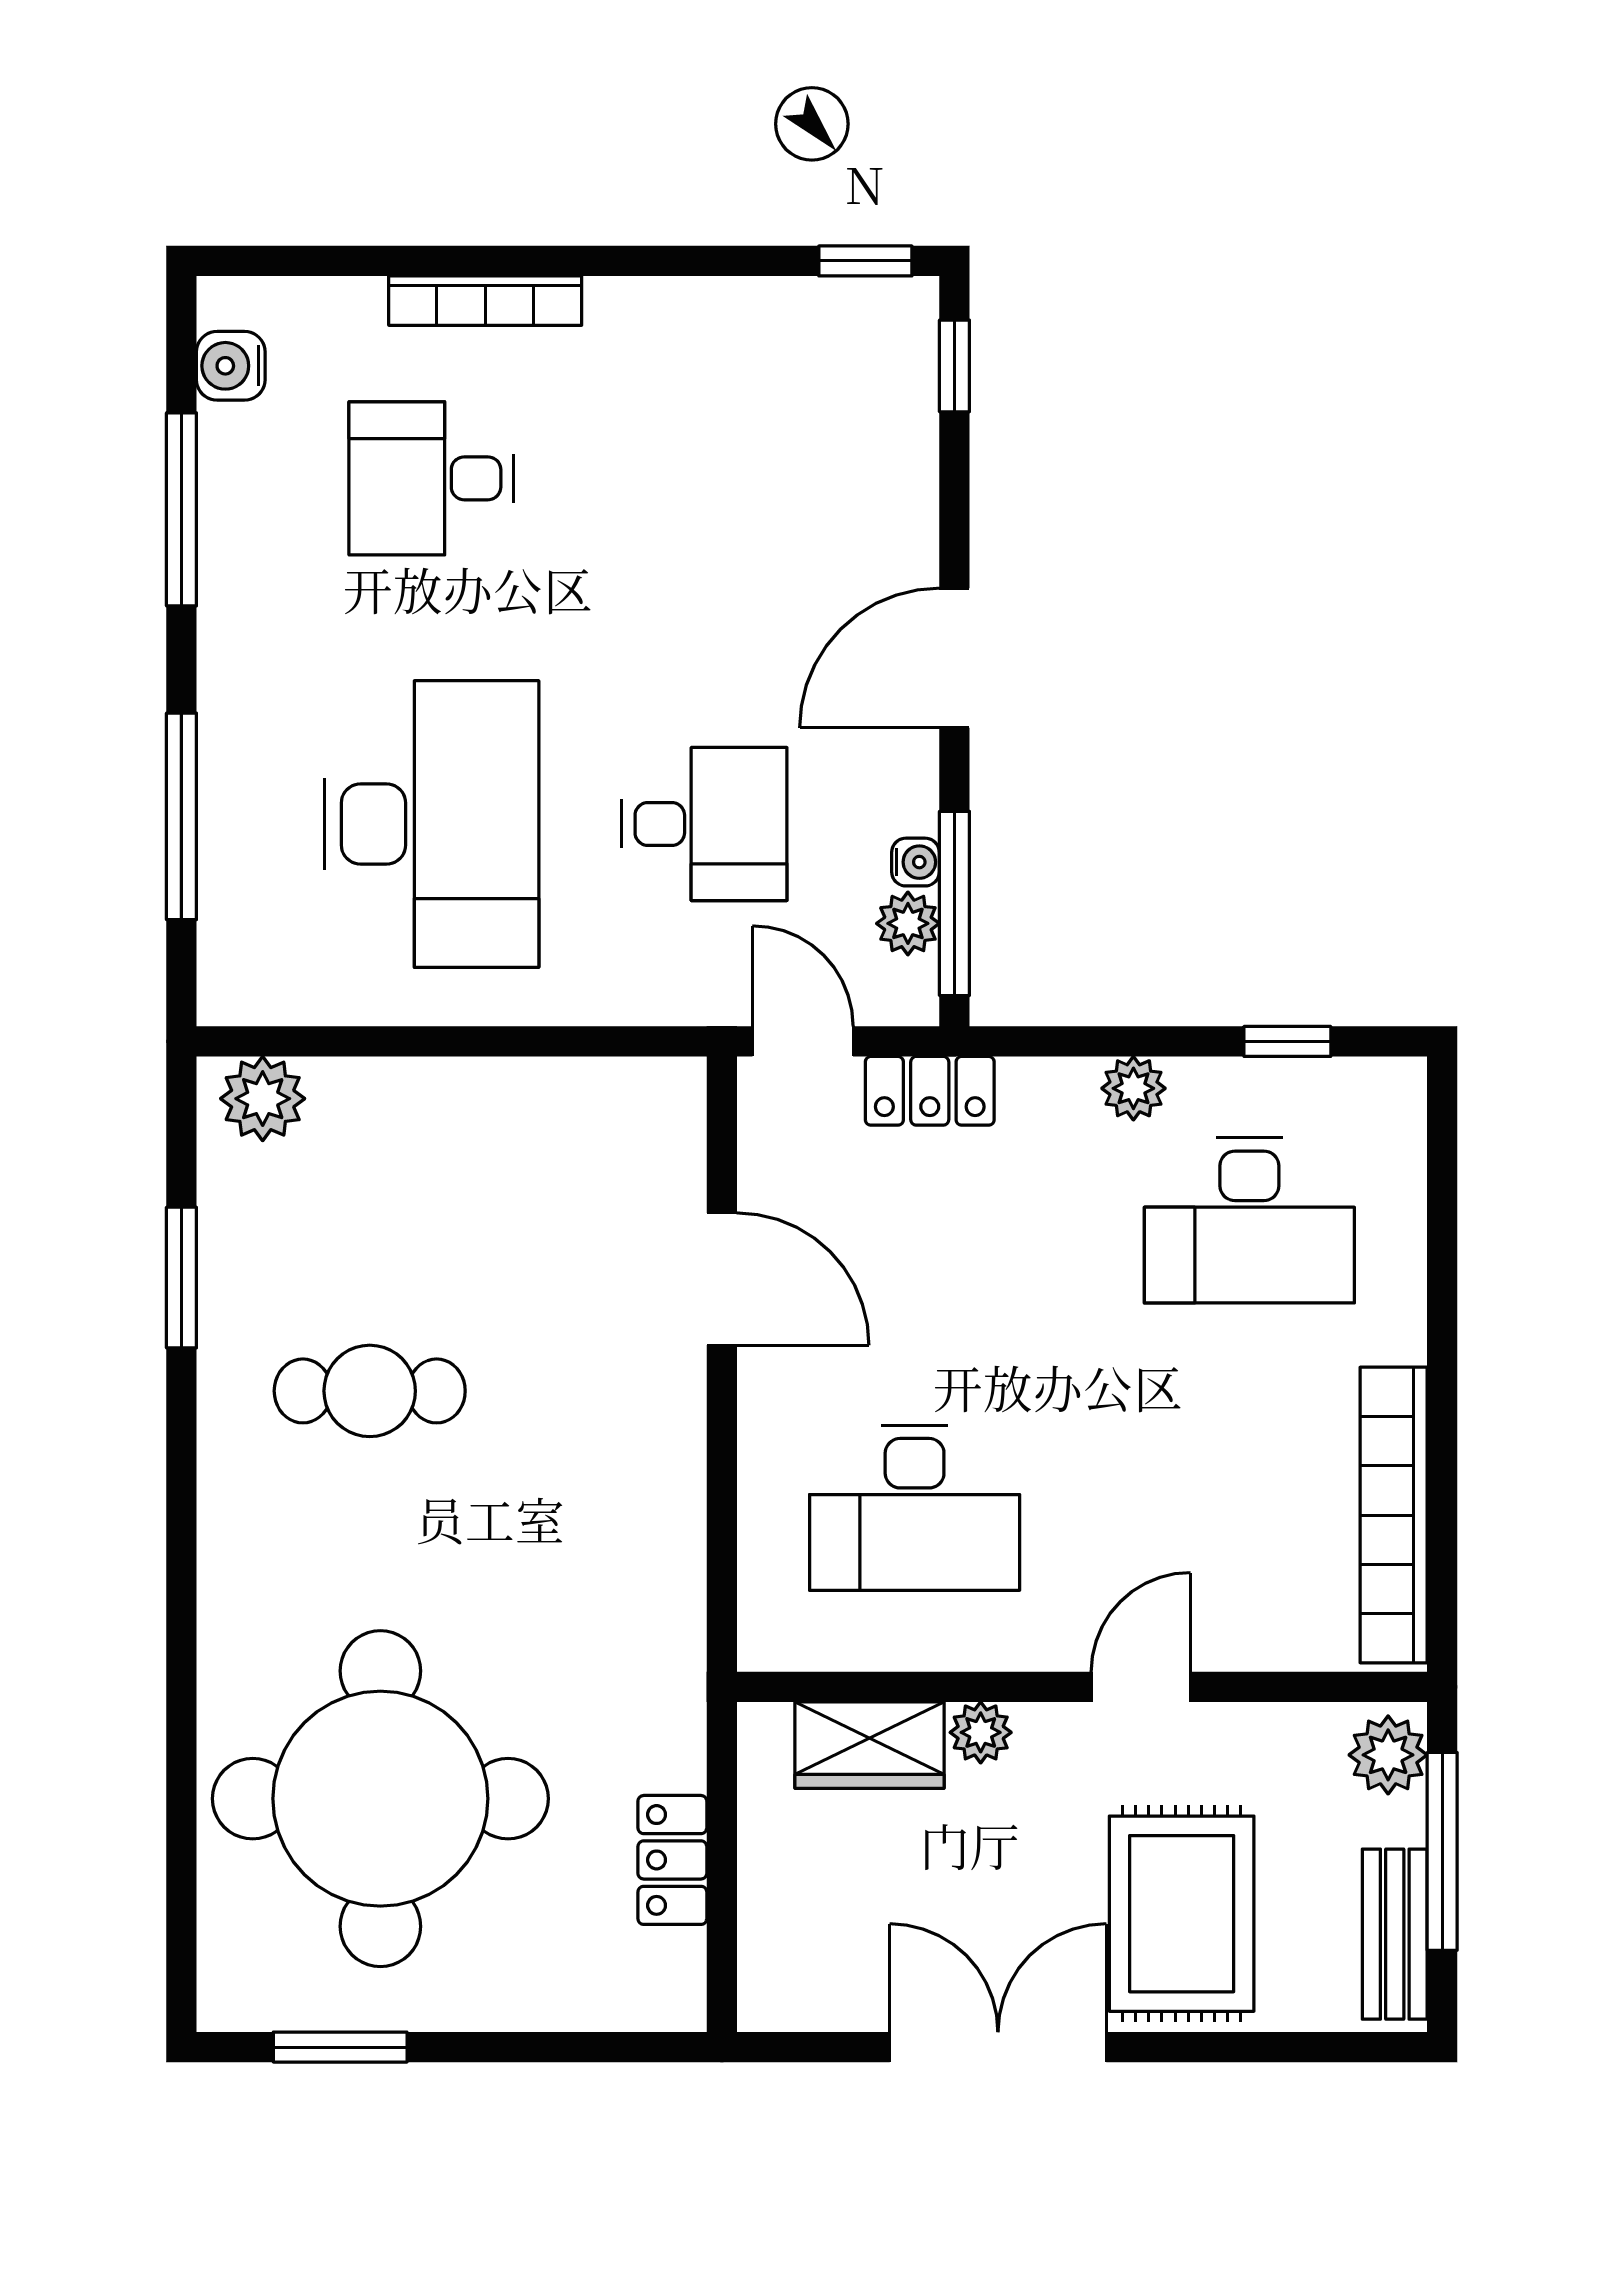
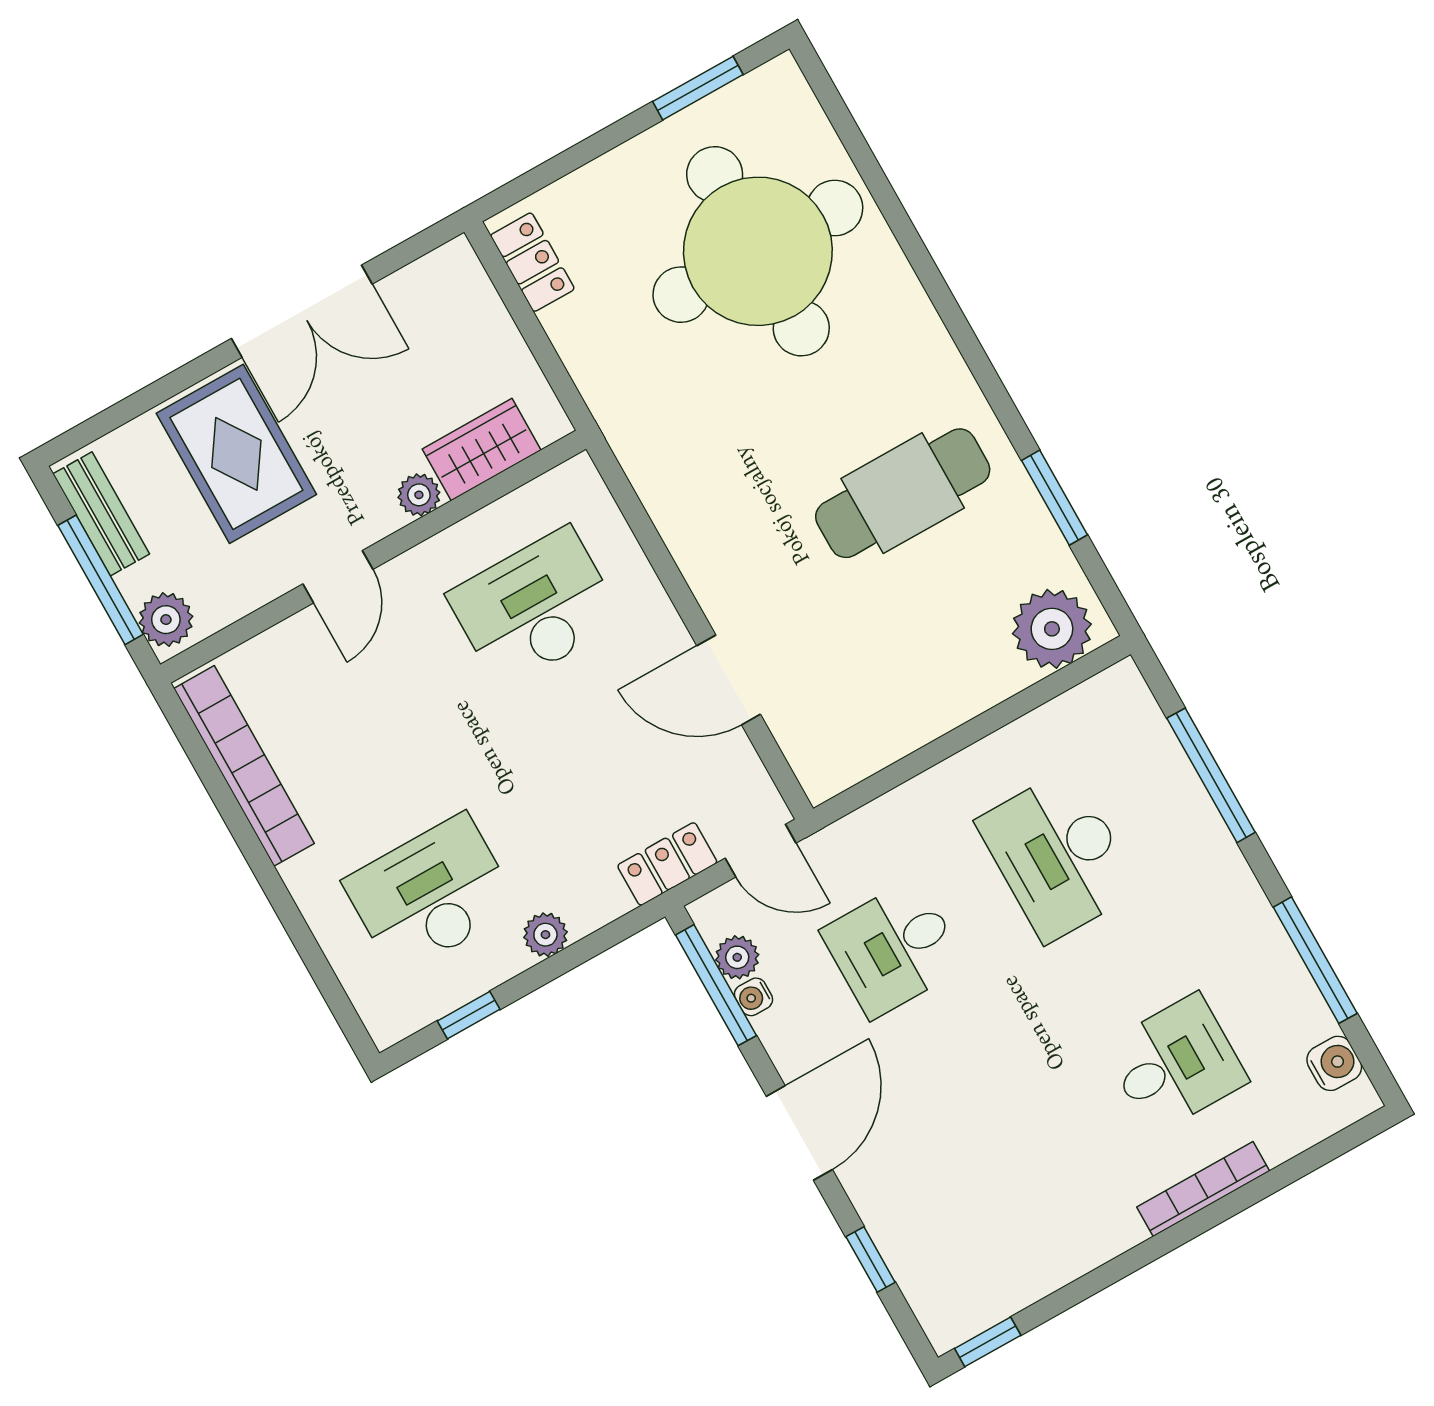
window: (954, 366) -> (871, 1260), moved
desk: (431, 824) -> (1058, 856), width x0.73, depth x0.77
plant: (263, 1099) -> (1052, 629), width x1.36, depth x1.36
cafe table: (370, 1391) -> (903, 493), width x1.37, depth x1.35
locker: (672, 1860) -> (532, 262), moved

